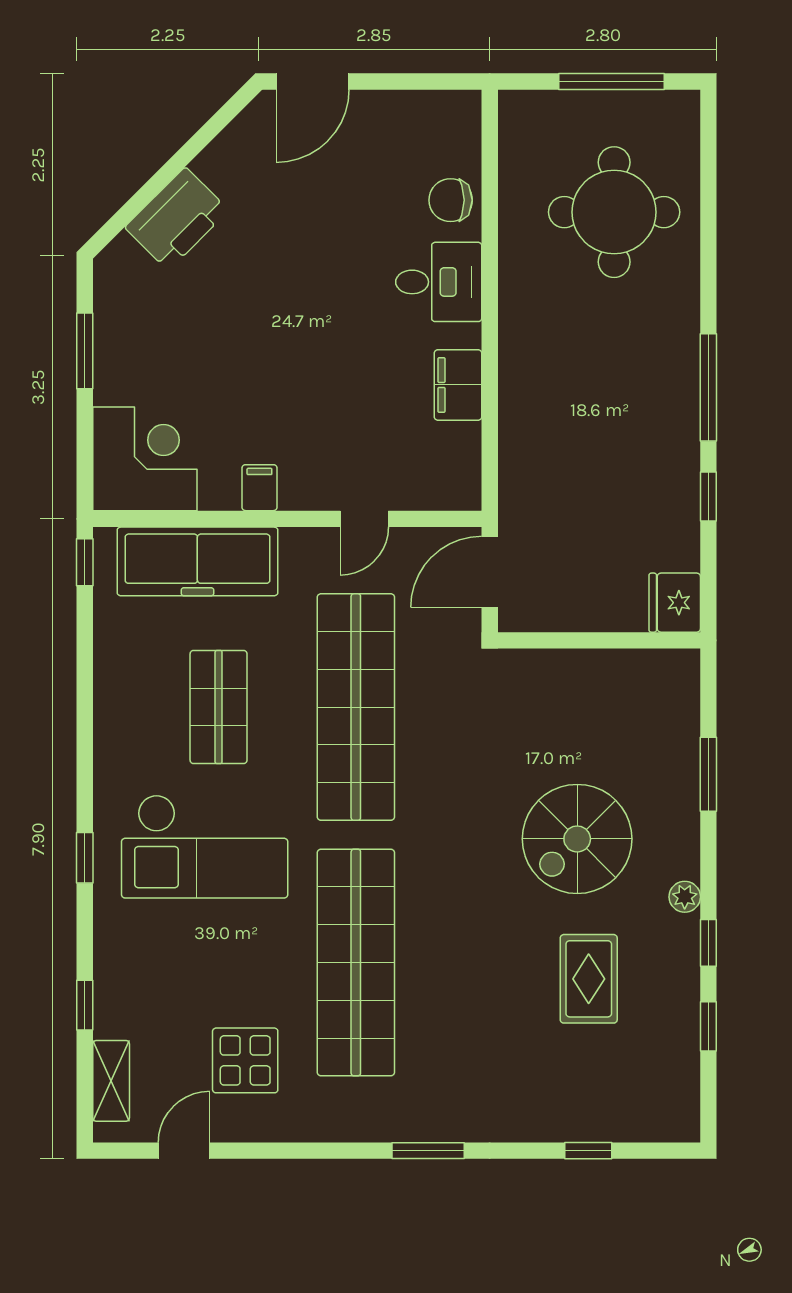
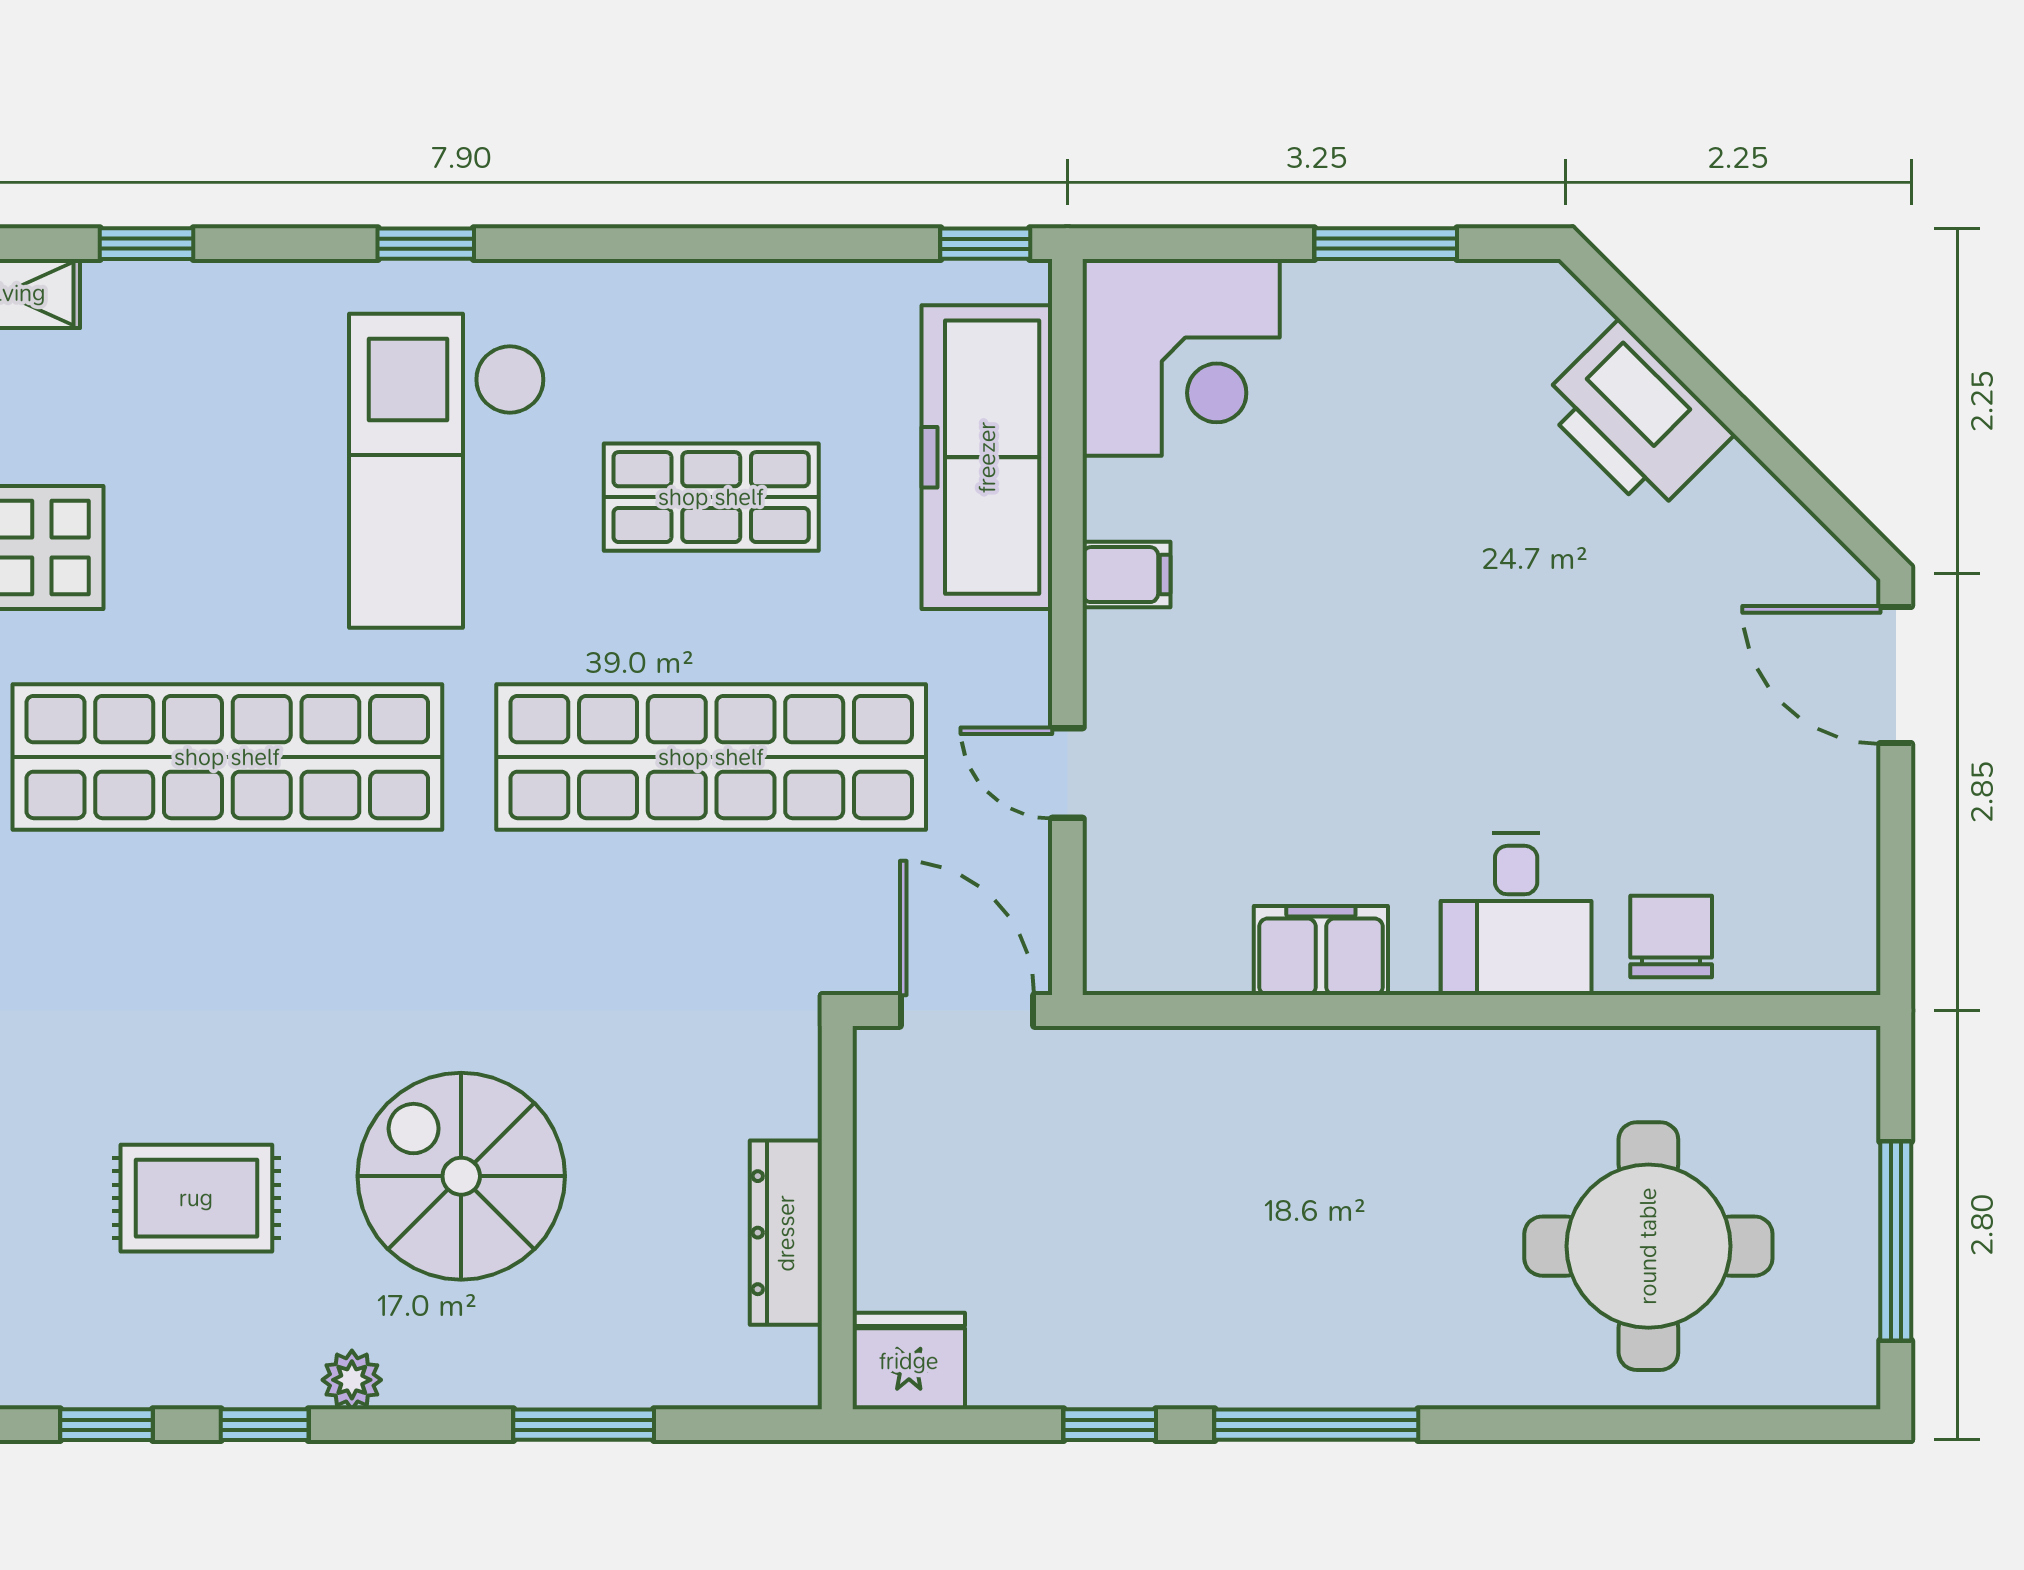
dresser: (607, 668) -> (786, 1233), added

